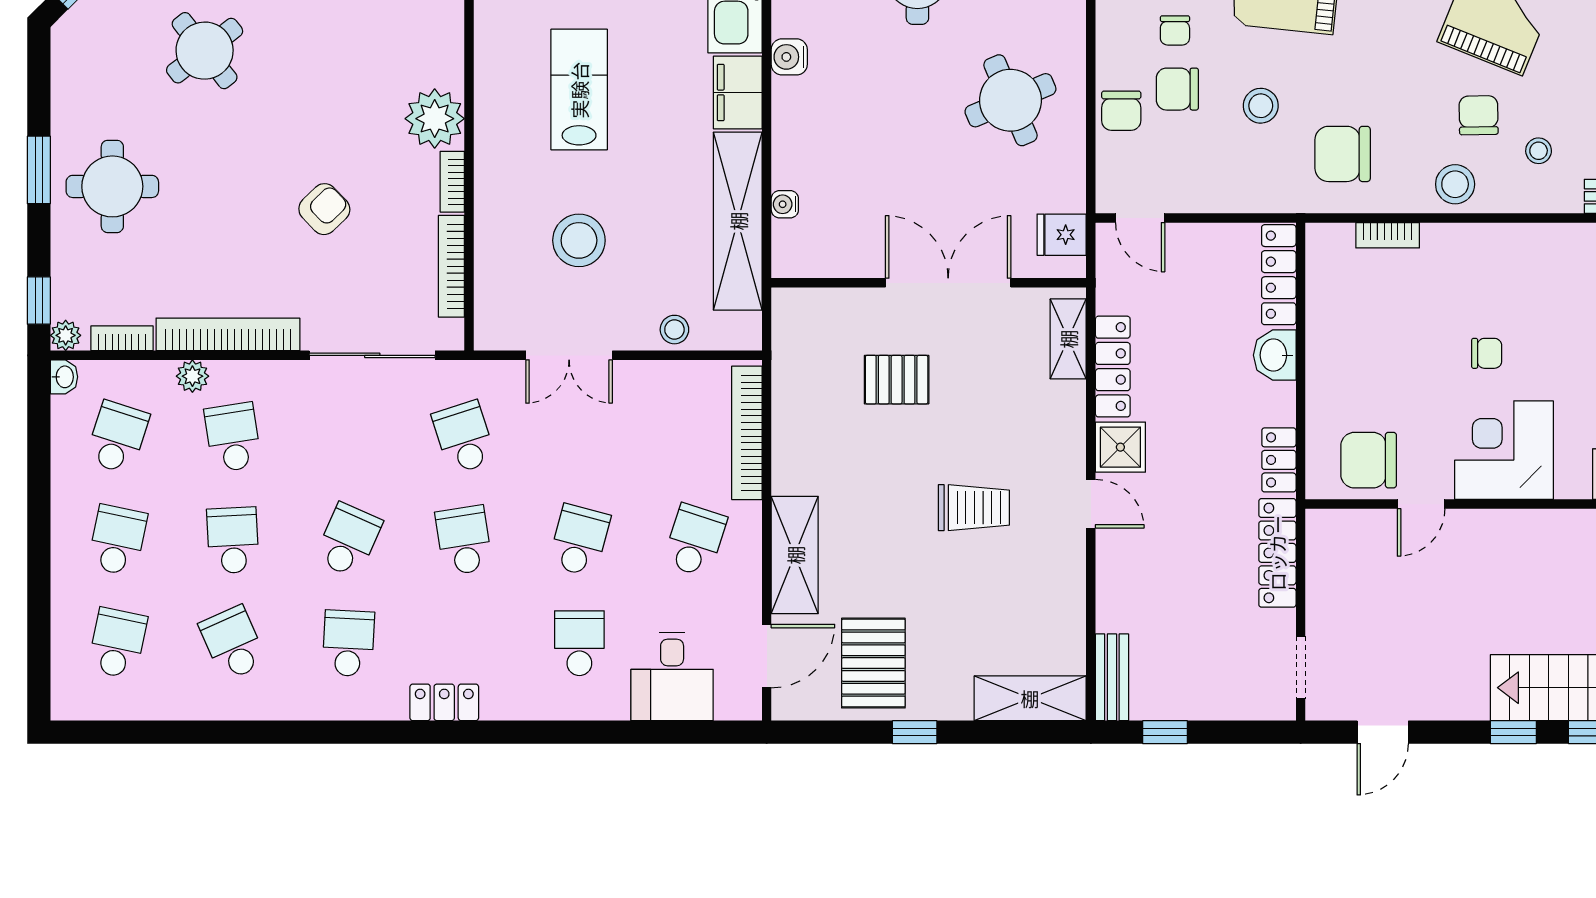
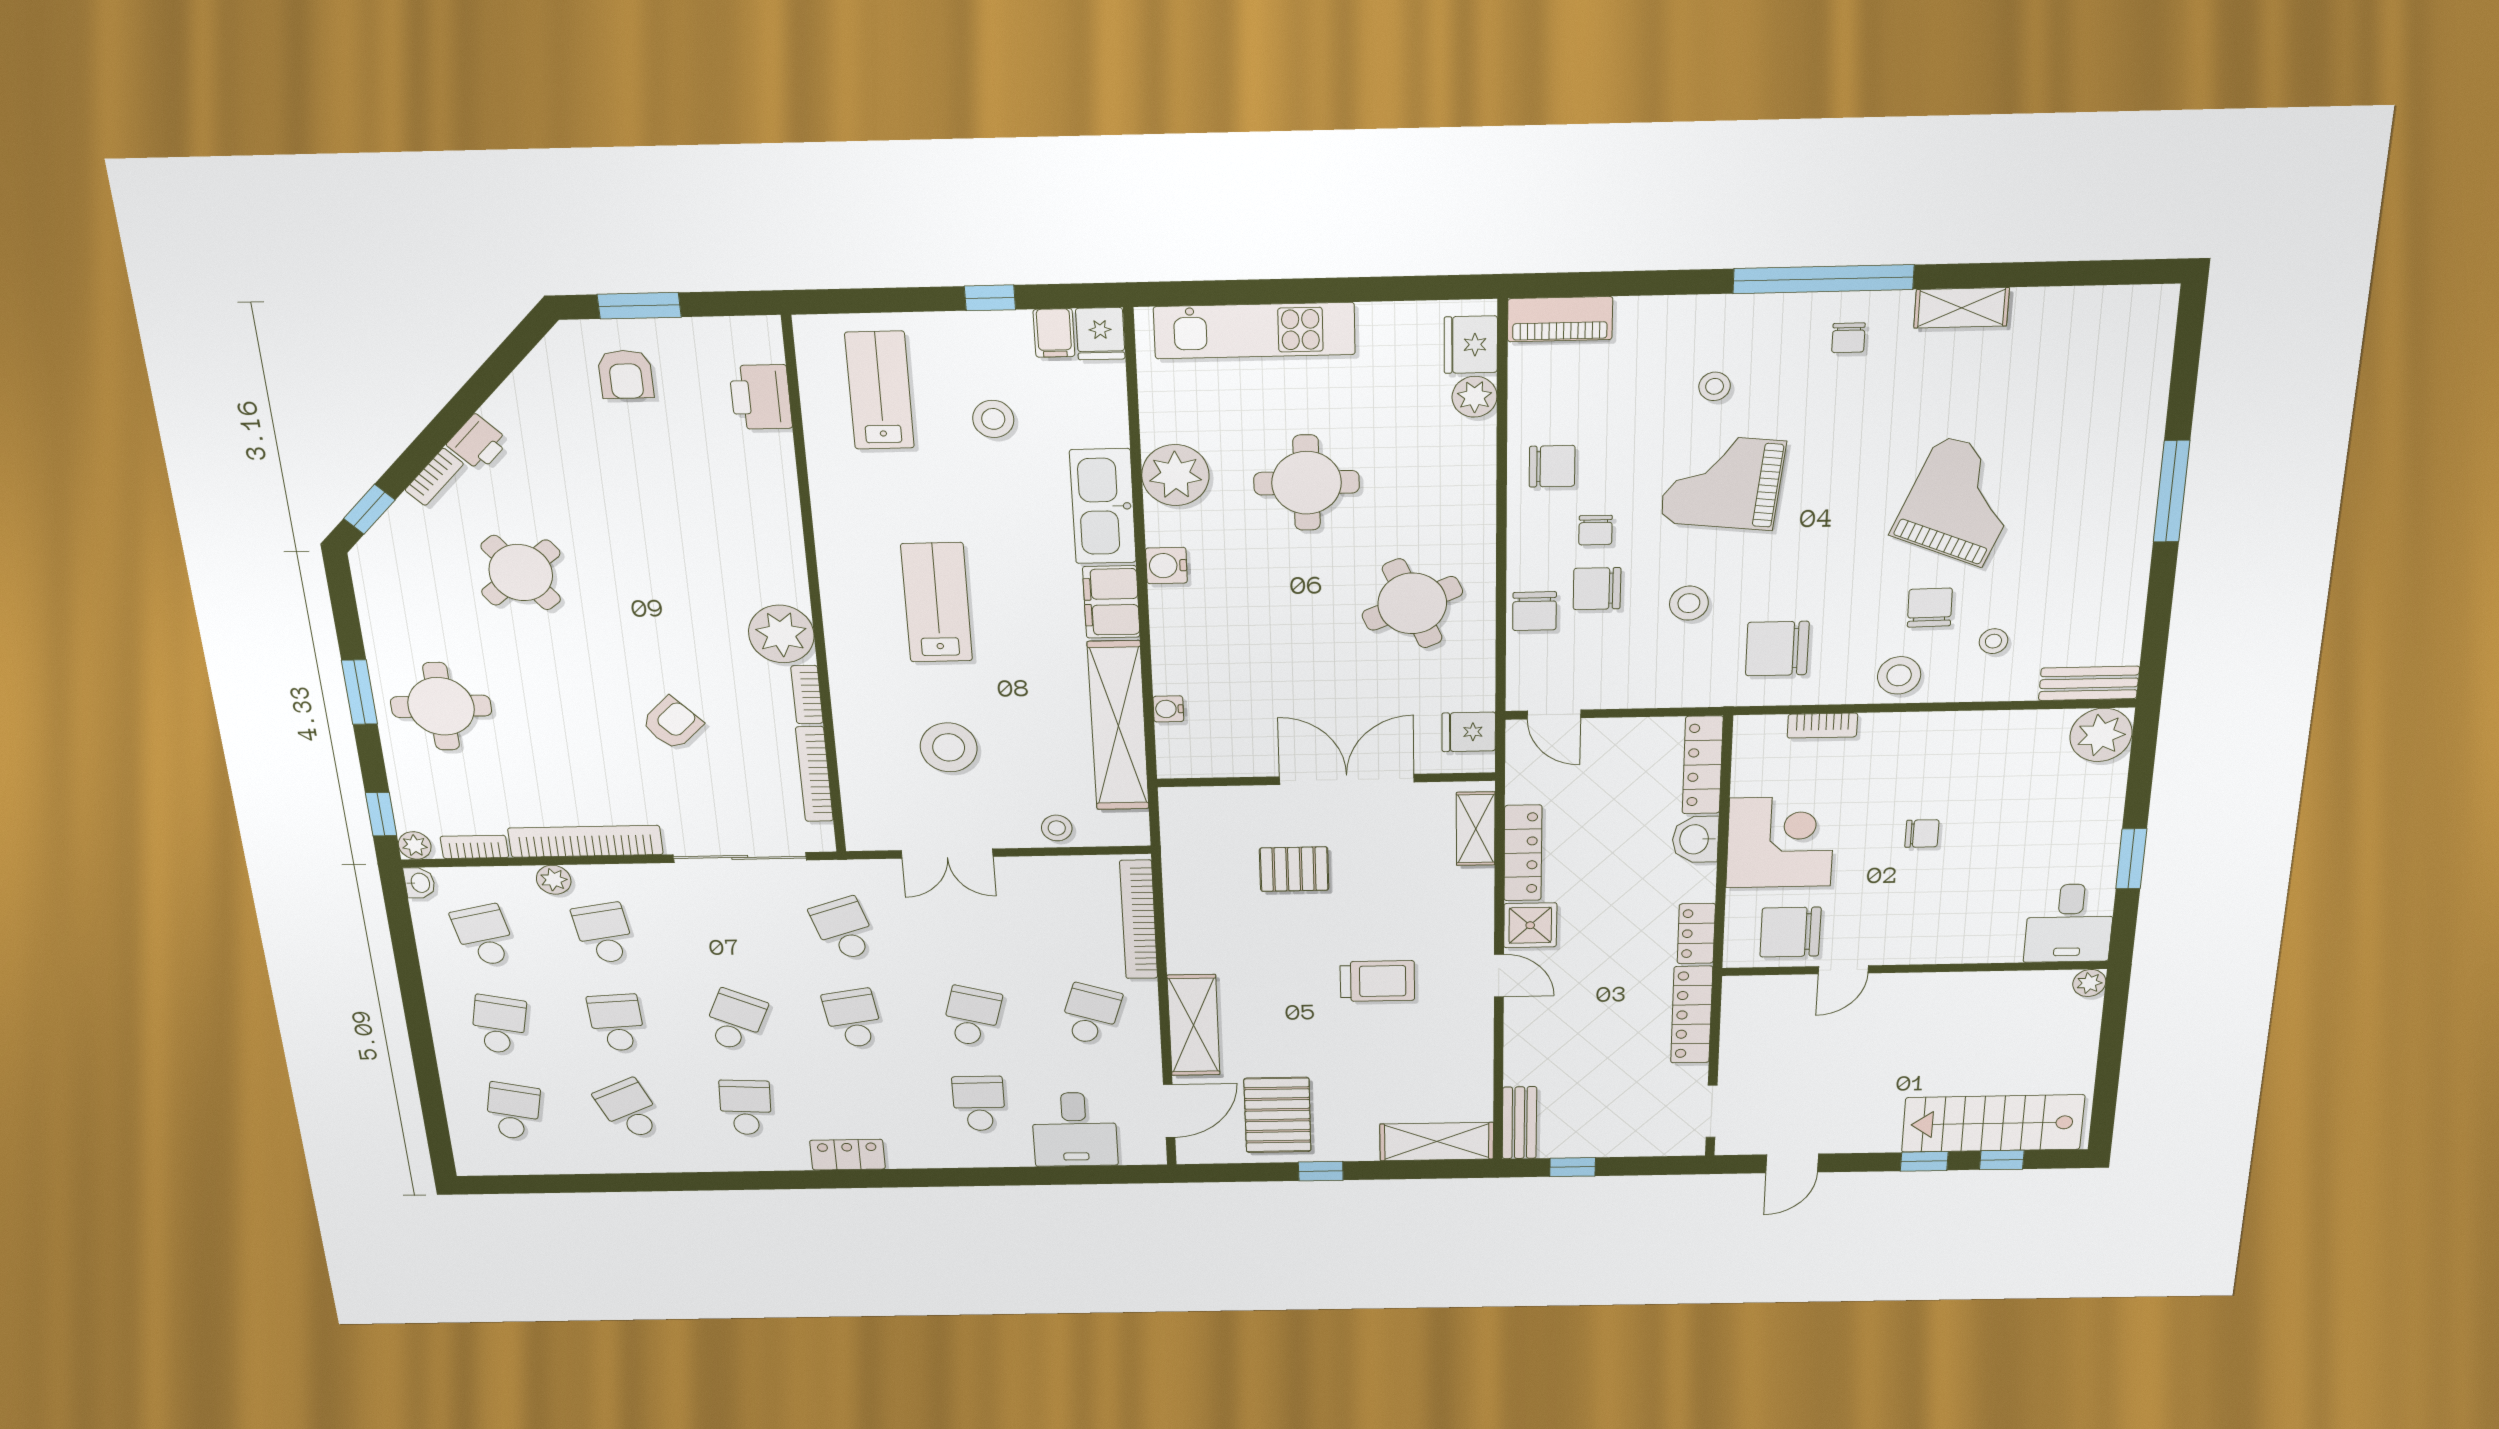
school desk: (117, 437) -> (484, 936), turned -30
corner desk: (1504, 450) -> (1780, 842), moved, turned 90

